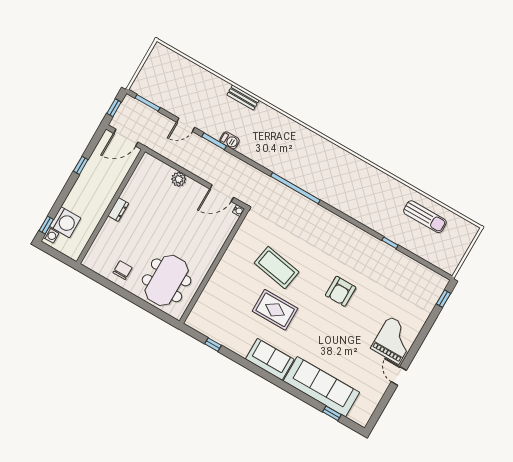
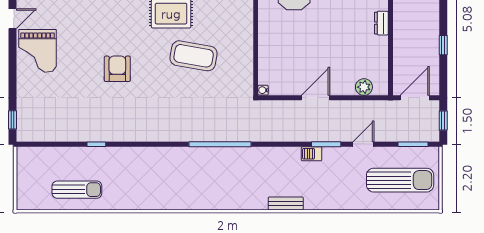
sun lounger: (173, 81) -> (400, 180), added
bench: (243, 98) -> (286, 203), moved
plant: (179, 179) -> (364, 87), moved
door: (222, 193) -> (315, 98), moved
sun lounger: (425, 217) -> (77, 190), turned 180
door: (399, 376) -> (12, 19), hinge flipped

